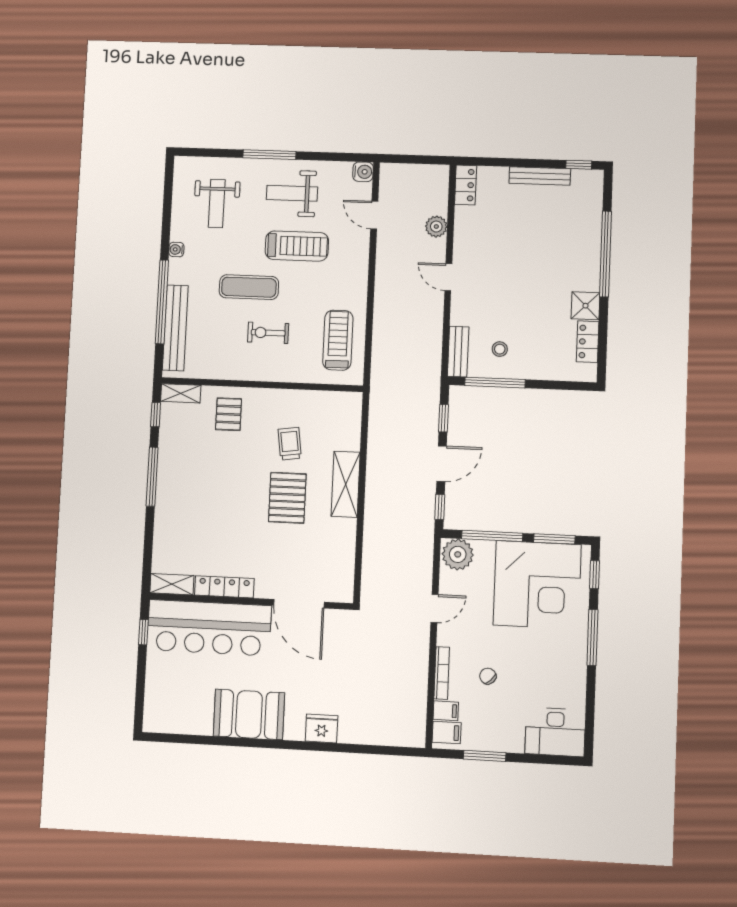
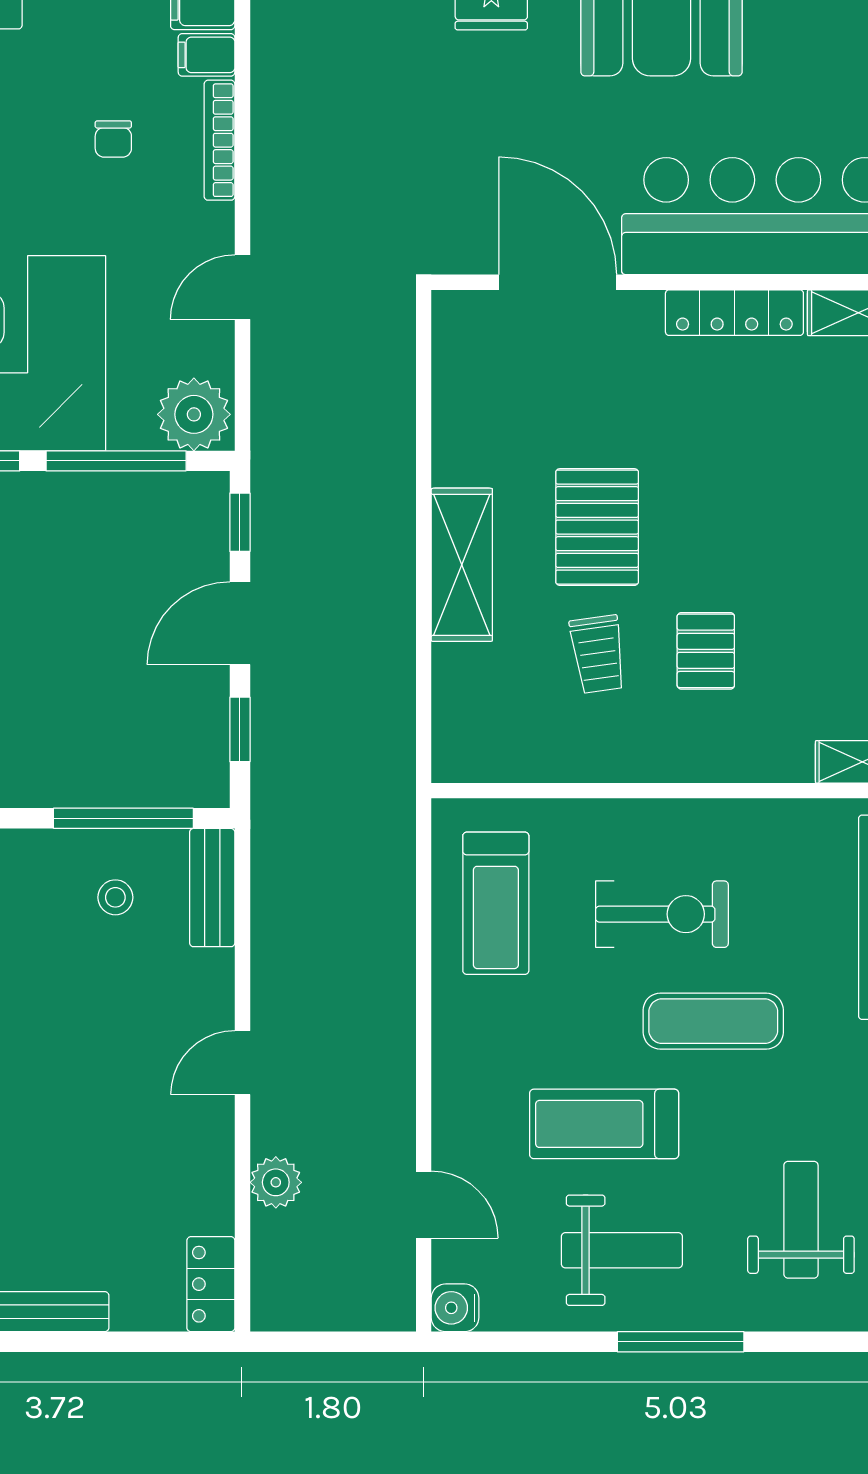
door: (448, 277) -> (242, 1063), swing flipped
exercise bike: (268, 333) -> (662, 914), width x1.38, depth x1.39
pallet: (229, 414) -> (706, 651), moved
chair: (488, 676) -> (113, 139), turned 43

